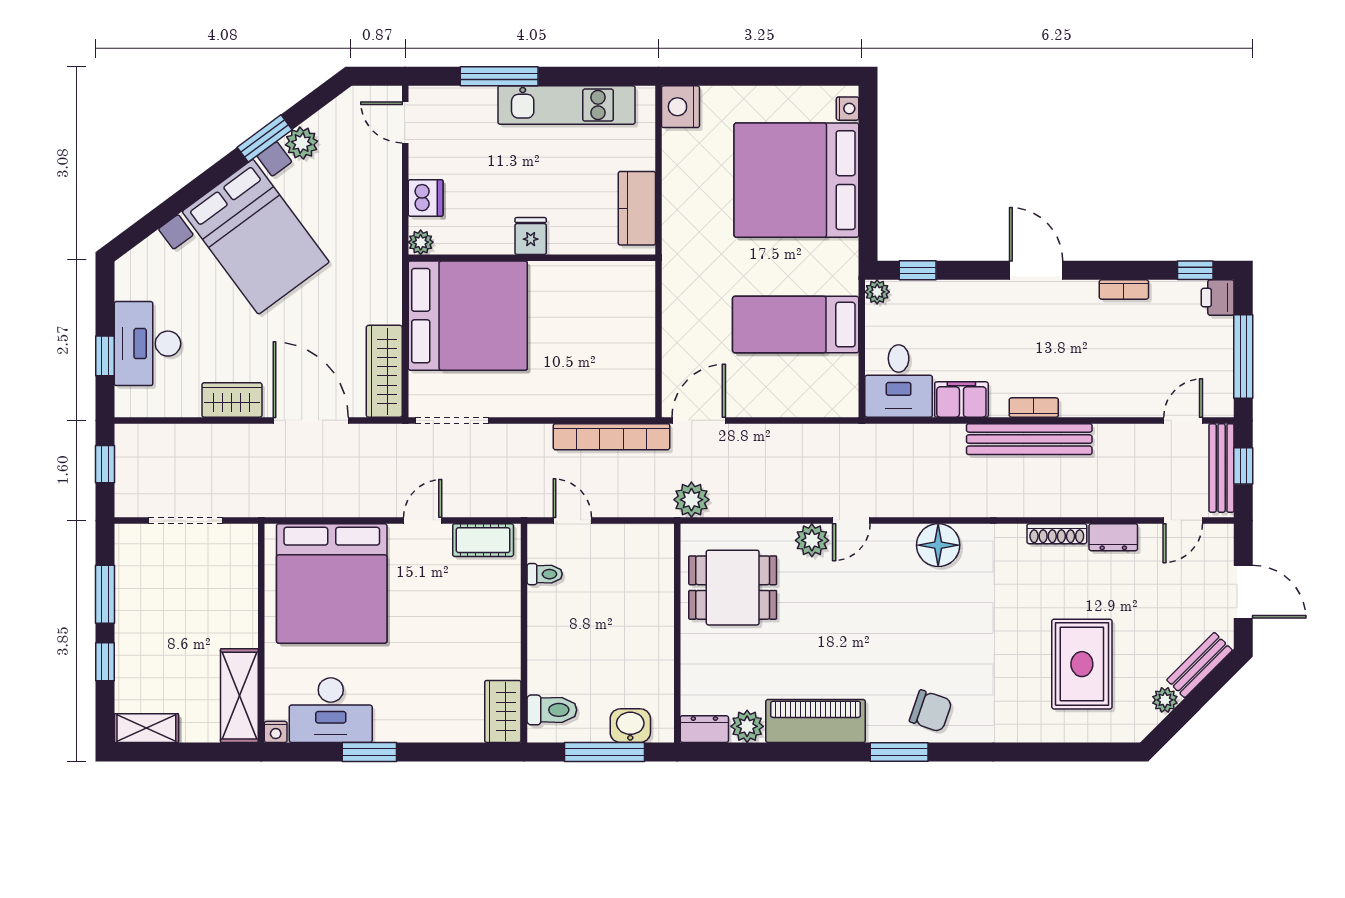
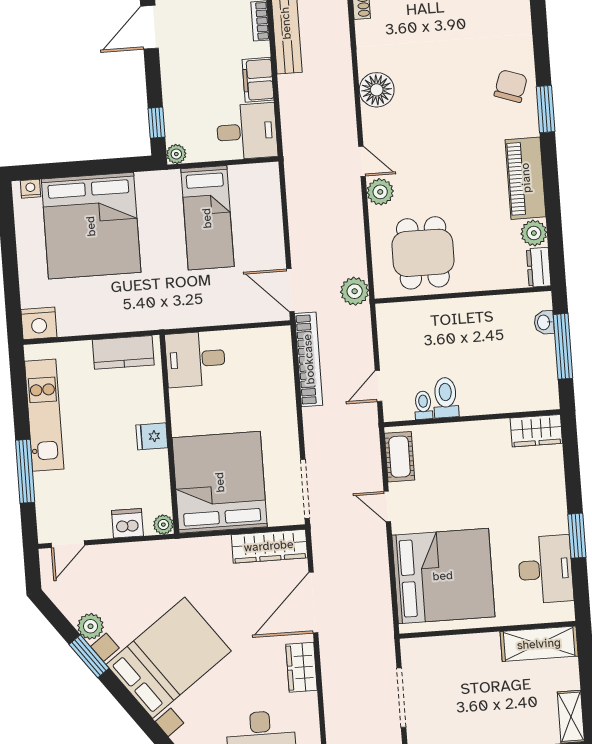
desk: (622, 297) -> (195, 359), added
toilet: (552, 710) -> (446, 398), moved
washbasin: (630, 726) -> (544, 322), width x0.72, depth x0.69
nightstand: (276, 732) -> (566, 612), removed

